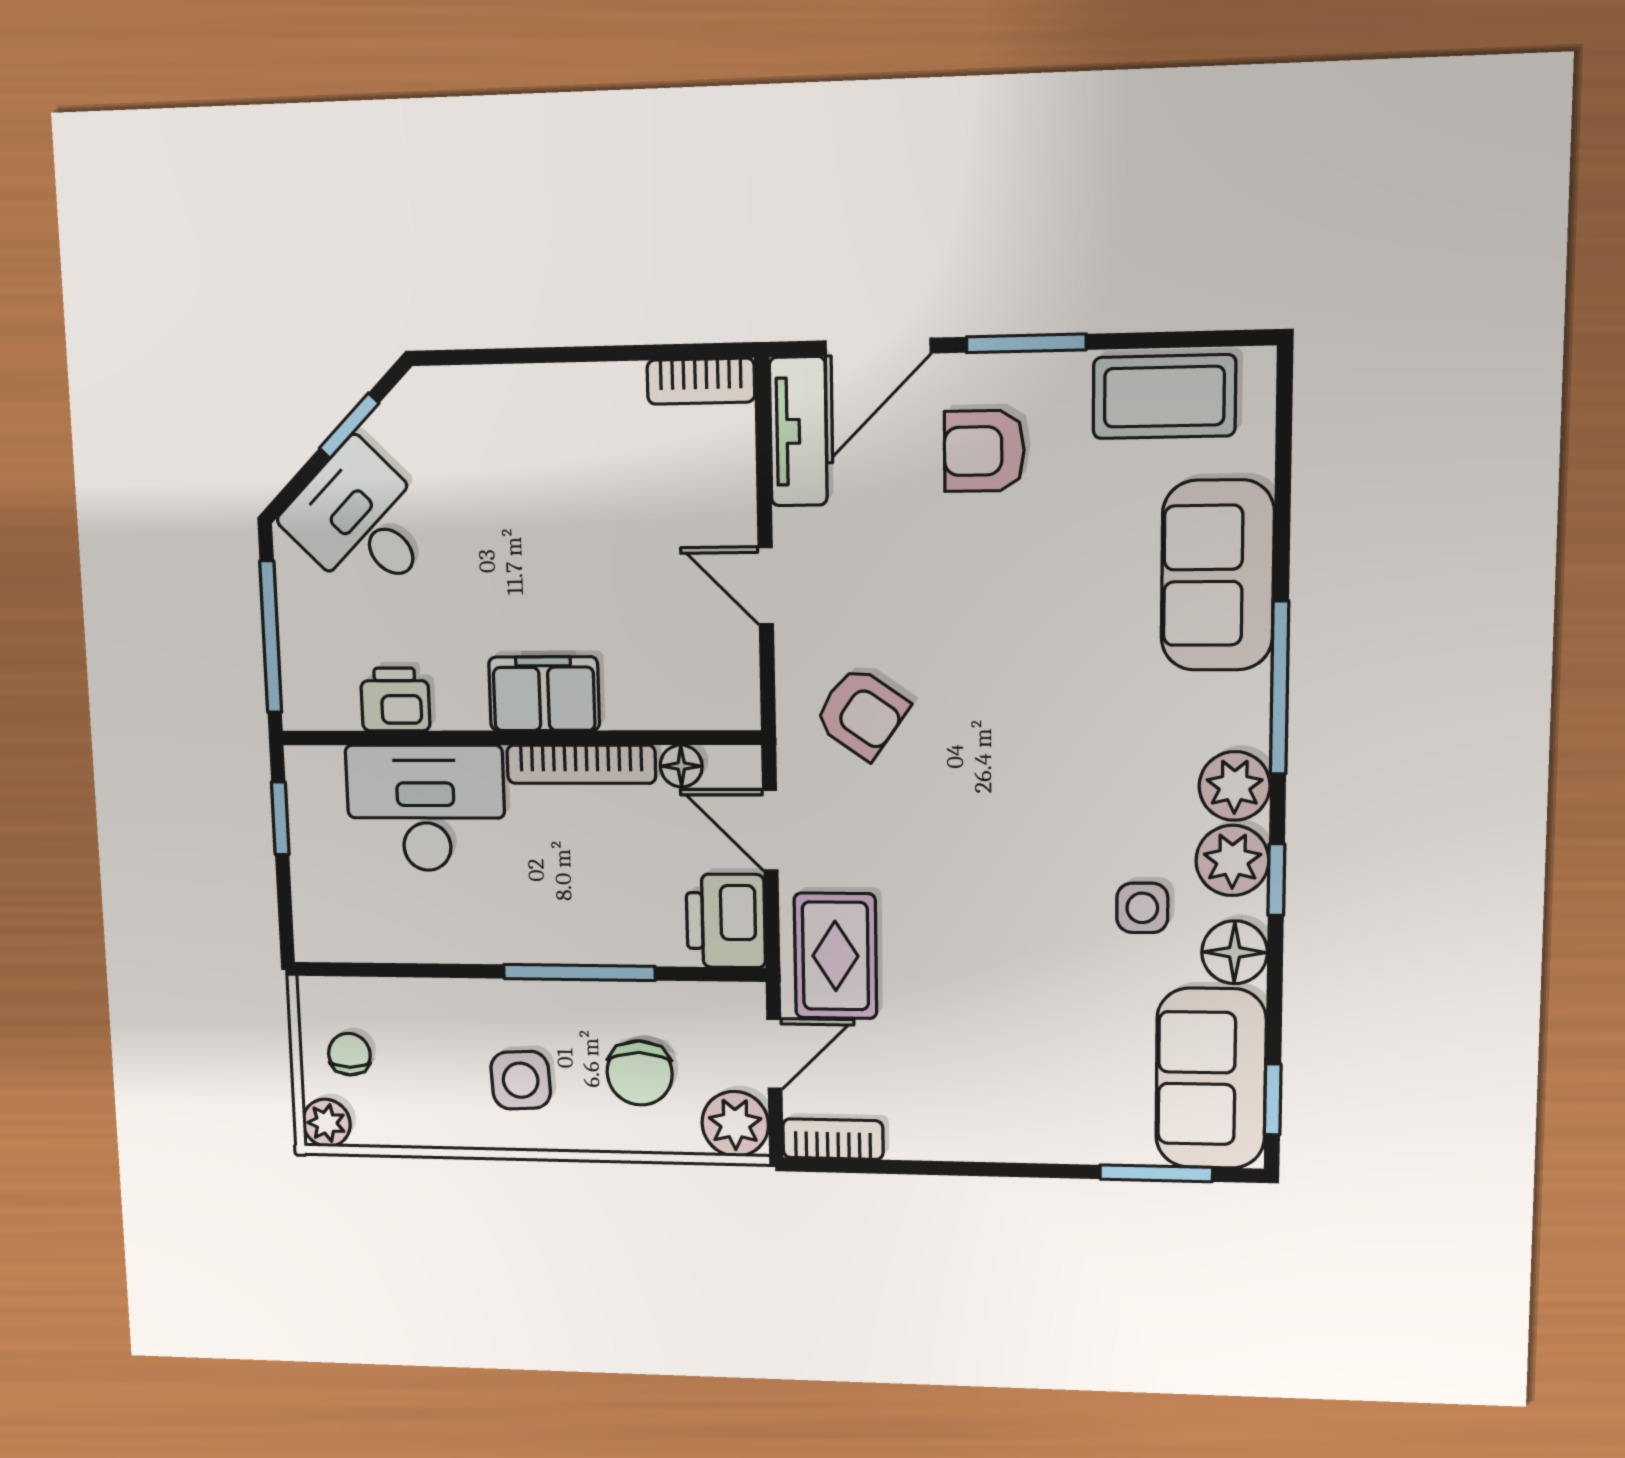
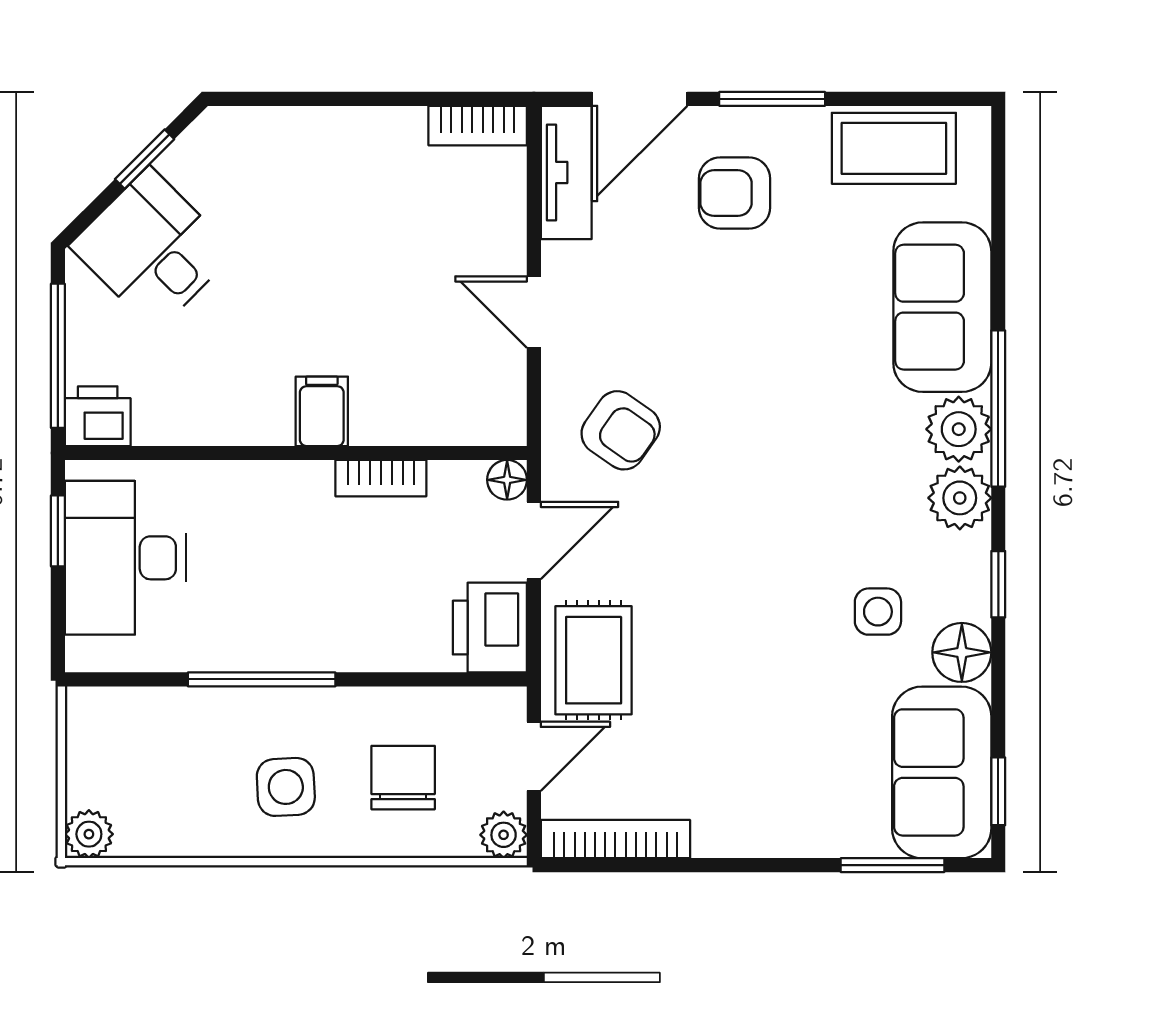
filing cabinet: (544, 694) -> (322, 411), width x0.50
printer: (395, 699) -> (98, 416), moved
bookcase: (581, 764) -> (381, 478), width x0.64
floor lamp: (681, 766) -> (507, 480), moved
desk: (426, 808) -> (125, 558), moved, turned -90
door: (770, 830) -> (534, 541), swing flipped
plant: (1232, 860) -> (959, 429), moved
window: (579, 972) -> (262, 679), moved
chair: (349, 1054) -> (116, 764), removed
chair: (640, 1073) -> (403, 778), turned 180
plant: (735, 1124) -> (504, 835), width x0.73, depth x0.73
bookcase: (833, 1139) -> (615, 839), width x1.56

